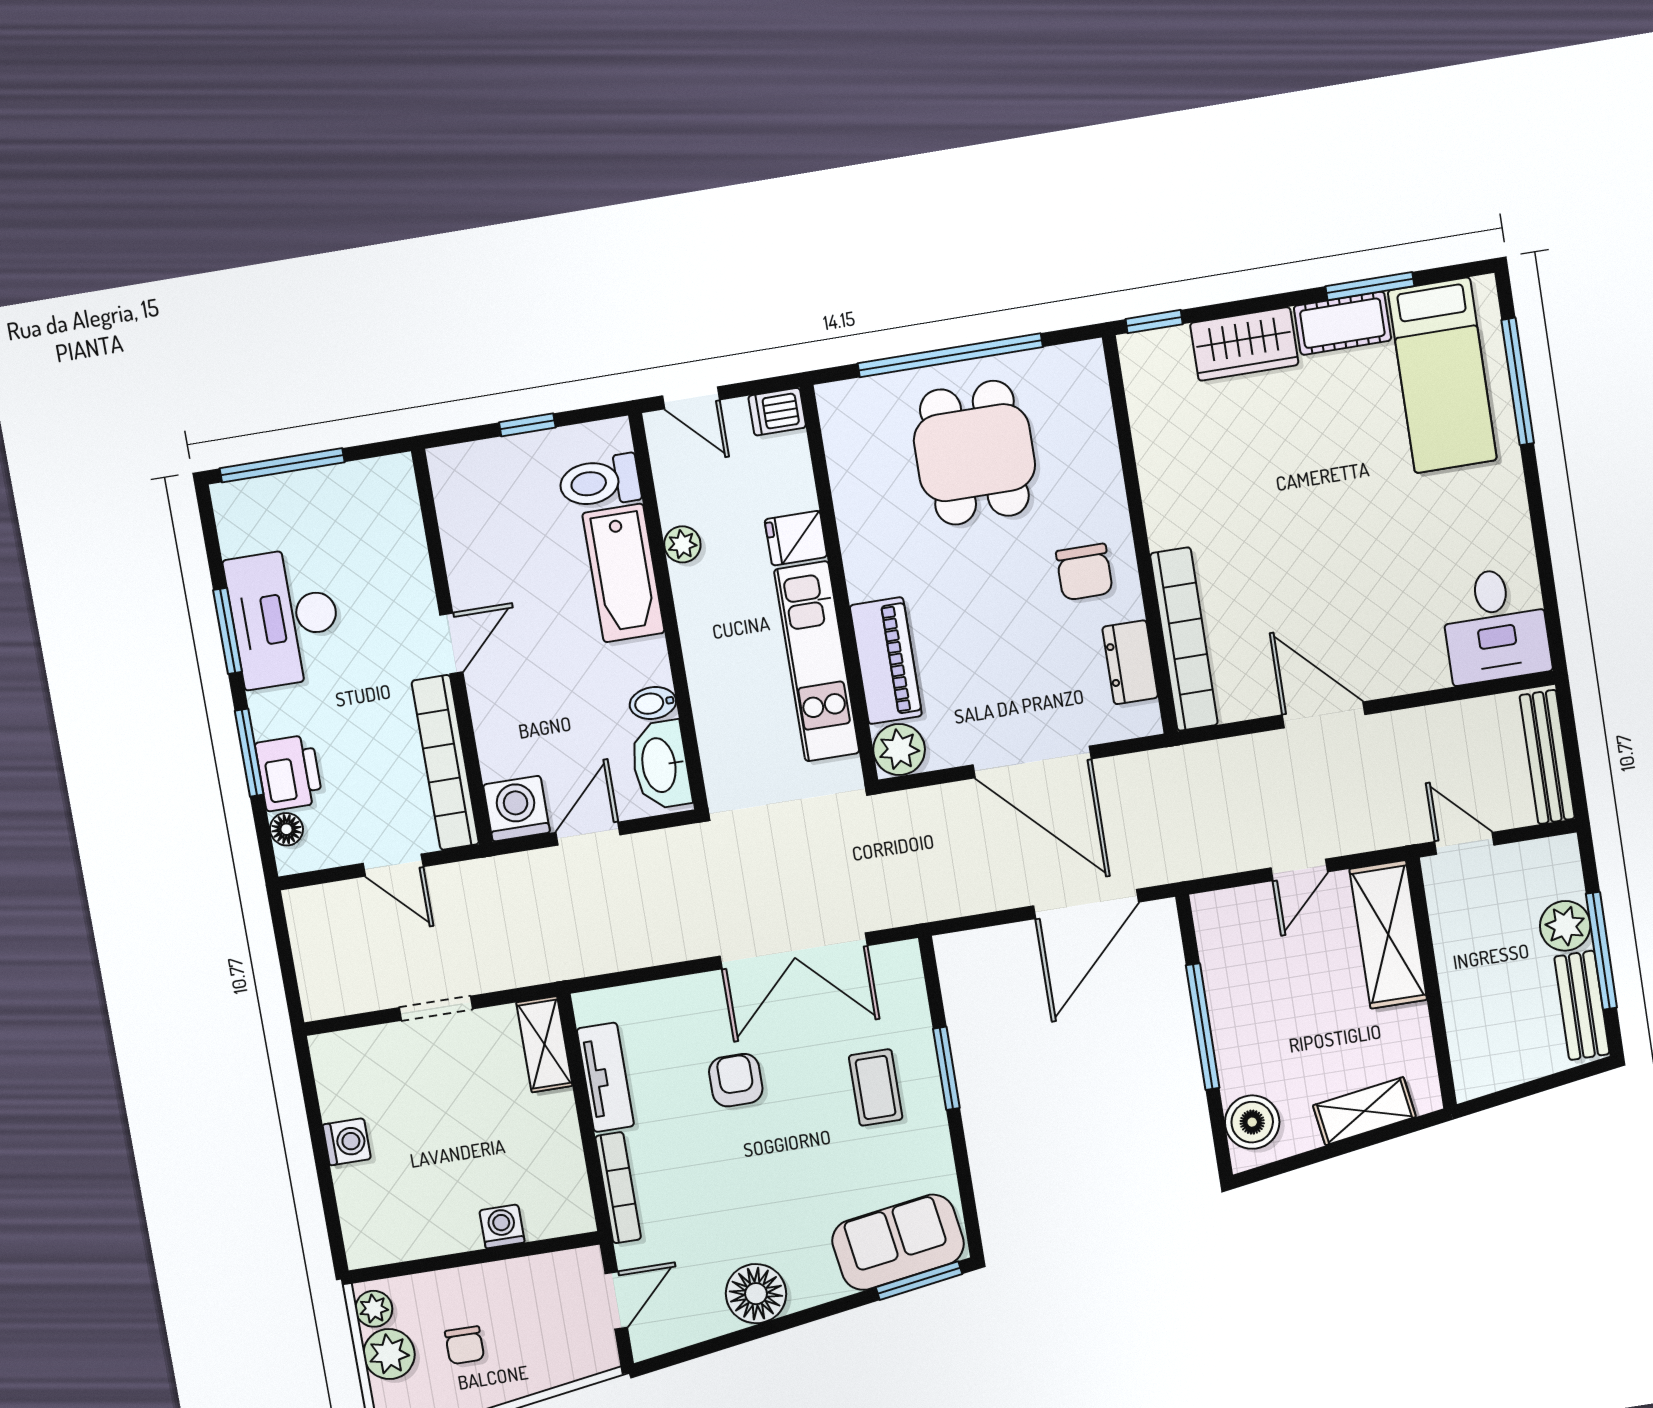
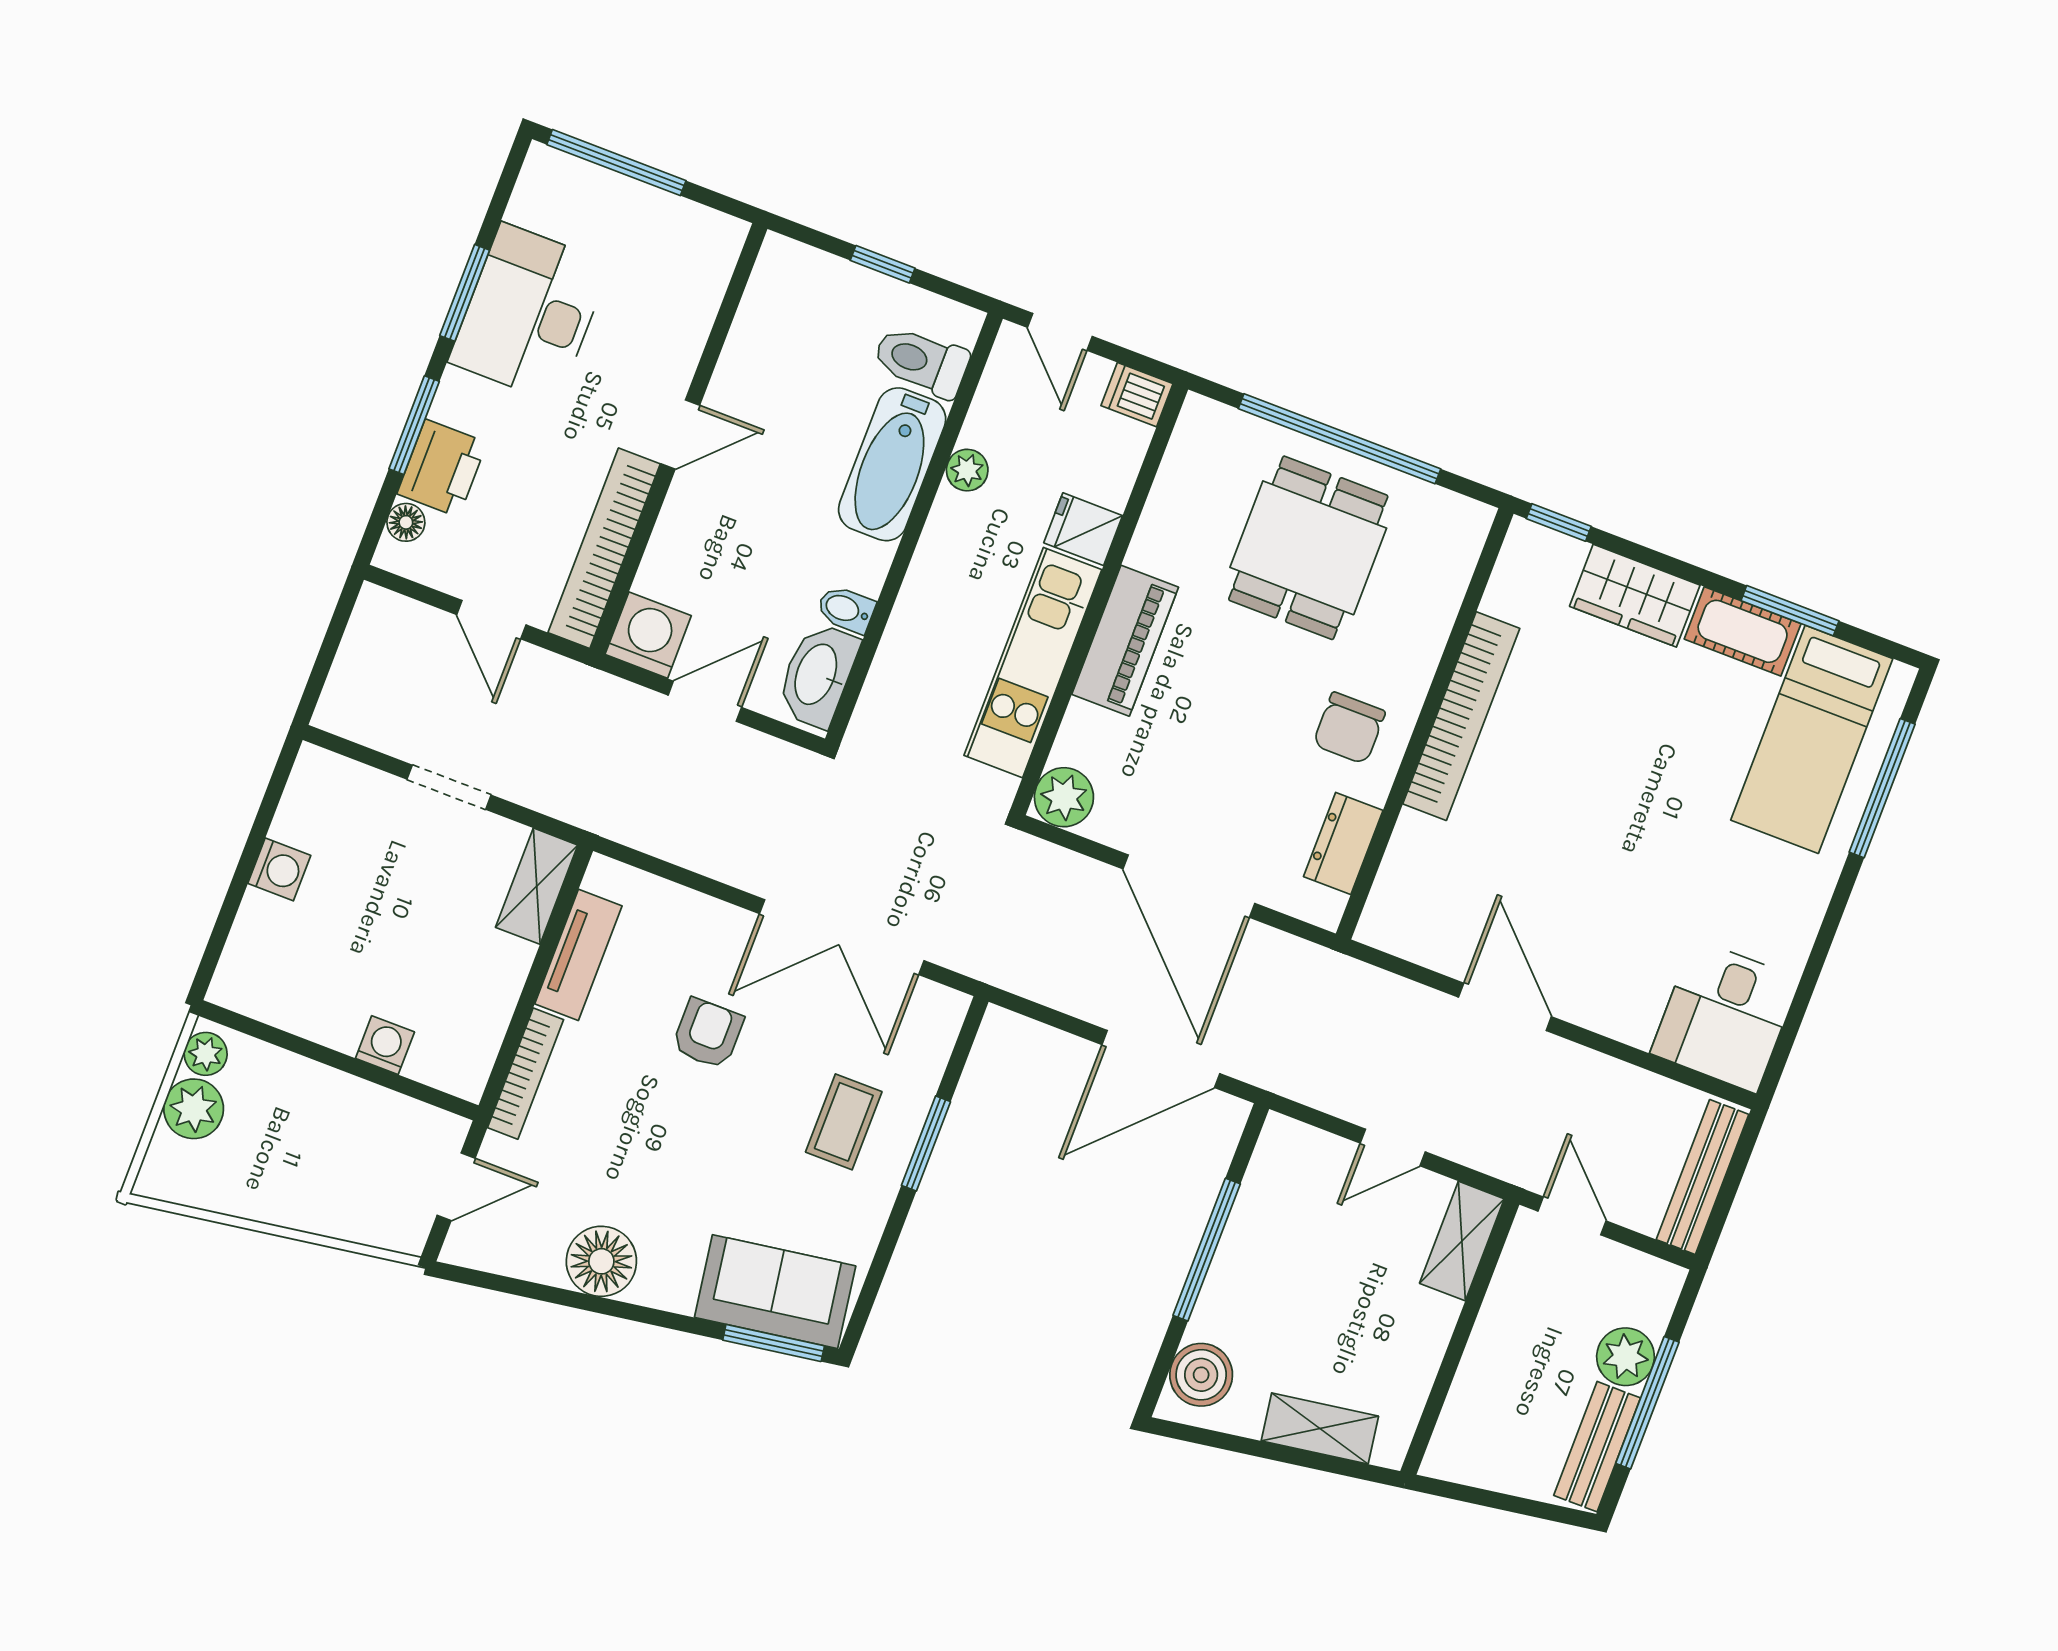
bookcase: (1184, 639) -> (1461, 716), moved
piano: (886, 661) -> (1125, 641), moved
shelving: (1388, 934) -> (1462, 1241), width x0.67, depth x0.75
chair: (465, 1345) -> (276, 1144), removed

